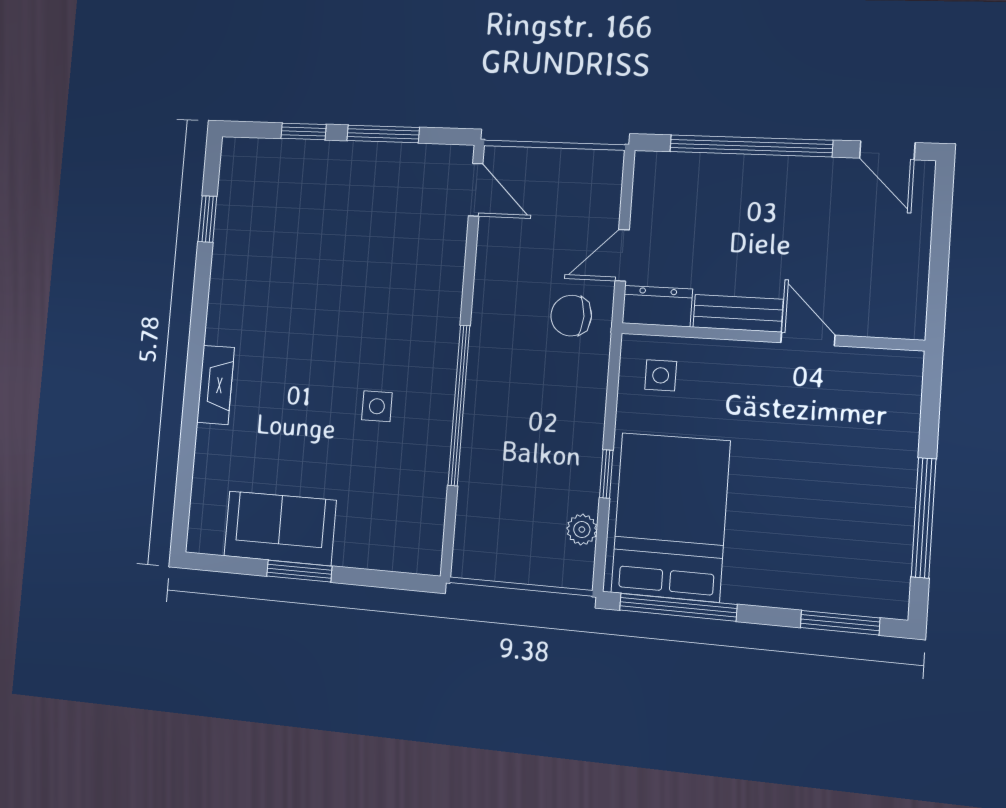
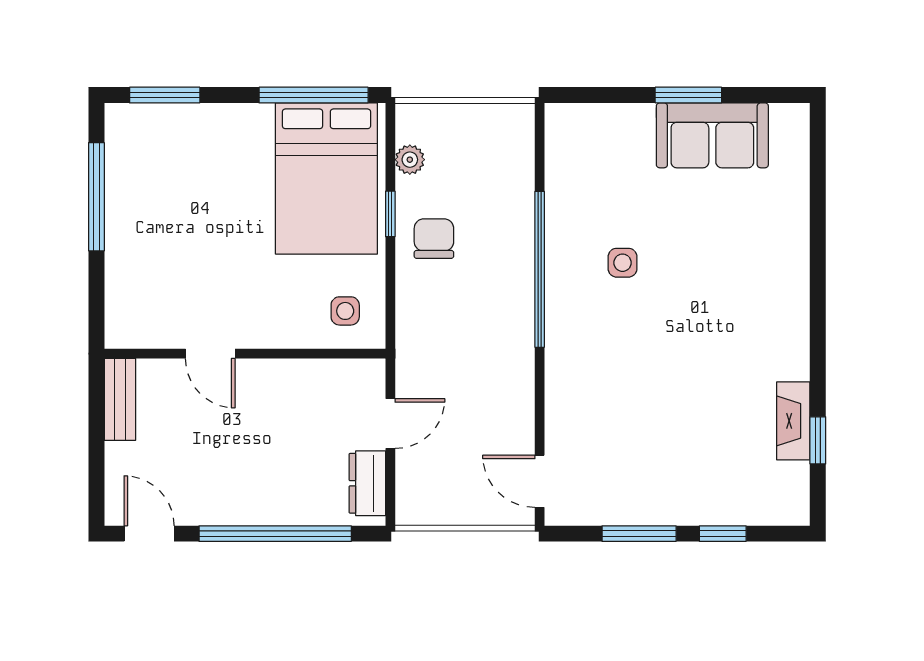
dresser: (657, 306) -> (367, 483), moved, turned 90
bench: (738, 313) -> (120, 399), moved, turned 90
chair: (571, 316) -> (434, 239), moved, turned -90
fireplace: (216, 385) -> (793, 421), moved

